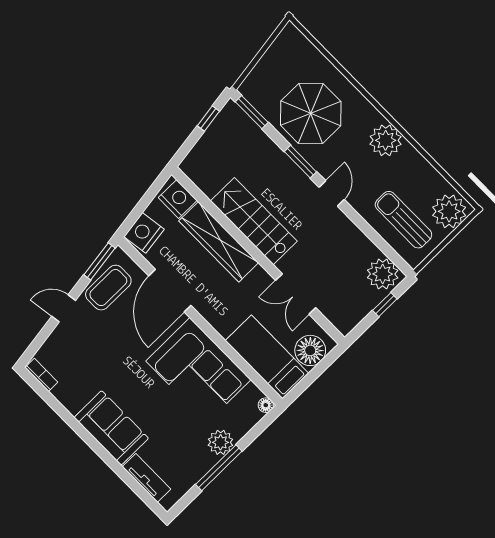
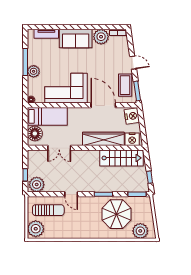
plant: (386, 140) -> (140, 231), moved
door: (332, 193) -> (71, 194), moved
stairs: (254, 221) -> (121, 158), moved
double door: (296, 294) -> (59, 148), swing flipped
door: (64, 308) -> (133, 63), hinge flipped
plant: (72, 393) -> (101, 37), added

